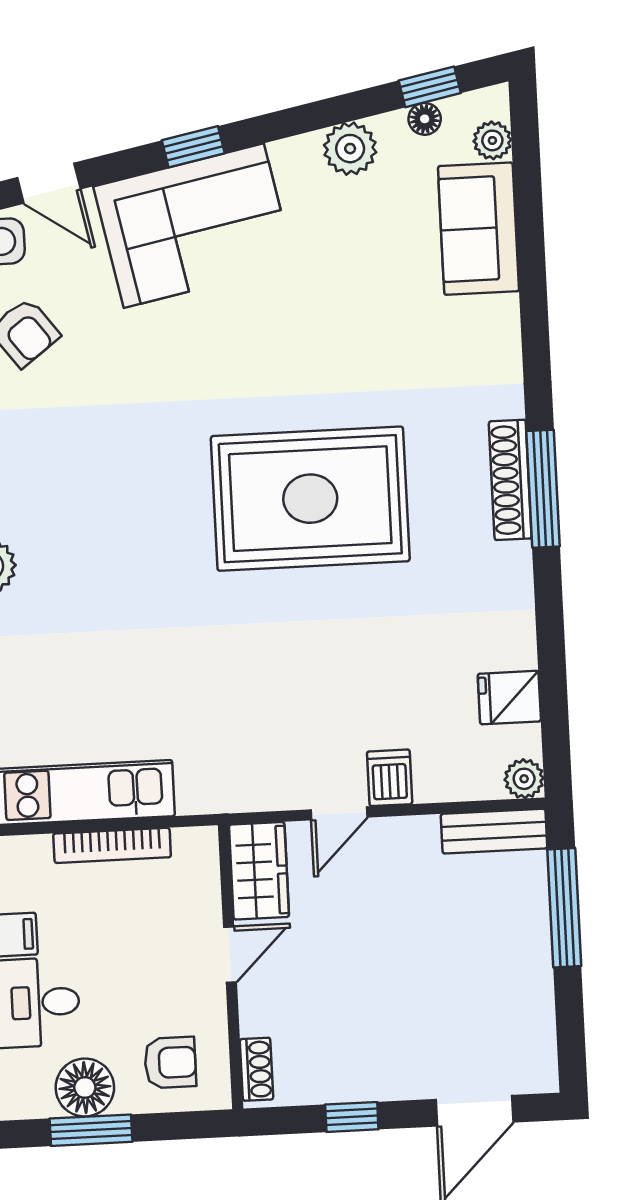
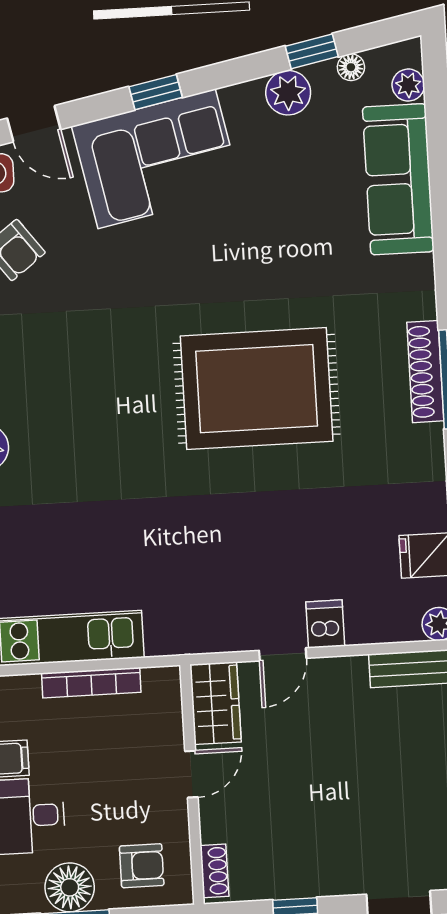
window: (430, 87) -> (312, 51), moved
sofa: (479, 229) -> (398, 179), width x1.36

